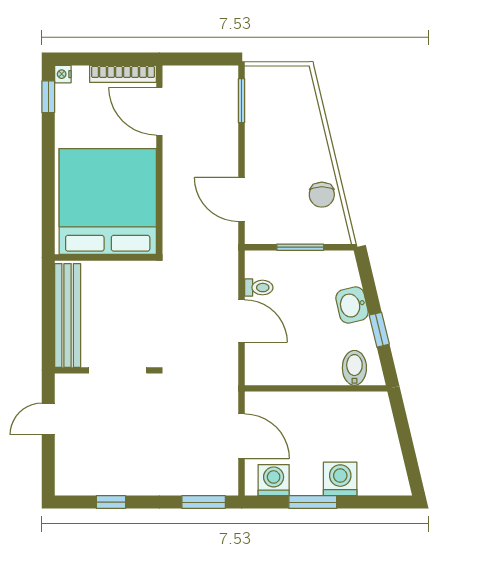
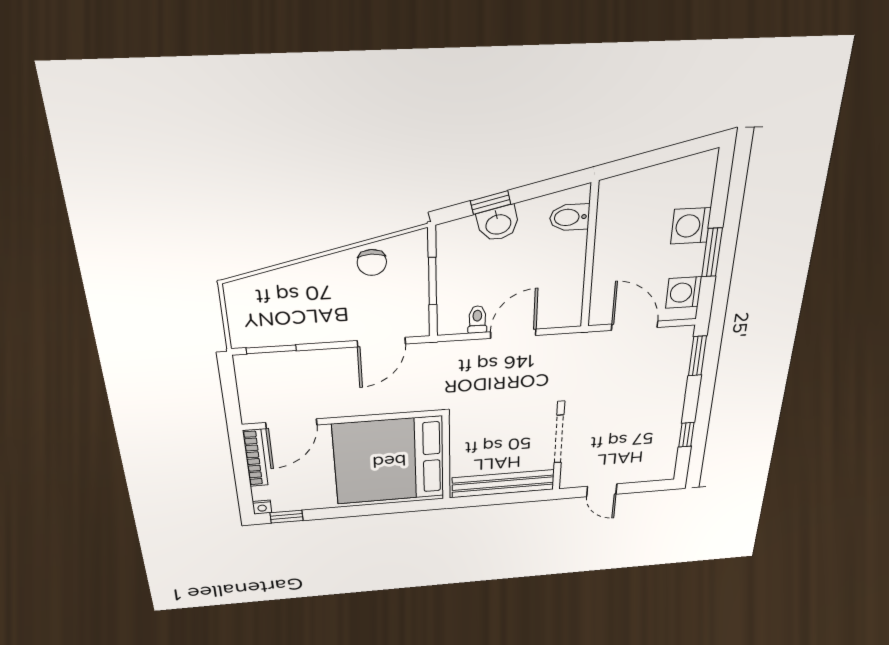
chair: (322, 195) -> (372, 262), turned 90
window: (379, 330) -> (491, 203), moved
door: (242, 436) -> (635, 326), hinge flipped

